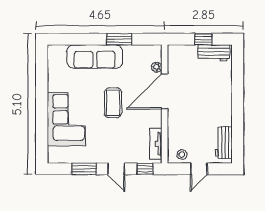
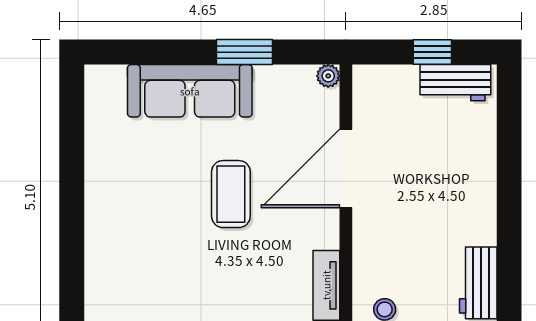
plant: (157, 67) -> (328, 76), moved
corner sofa: (66, 119) -> (126, 231), removed

